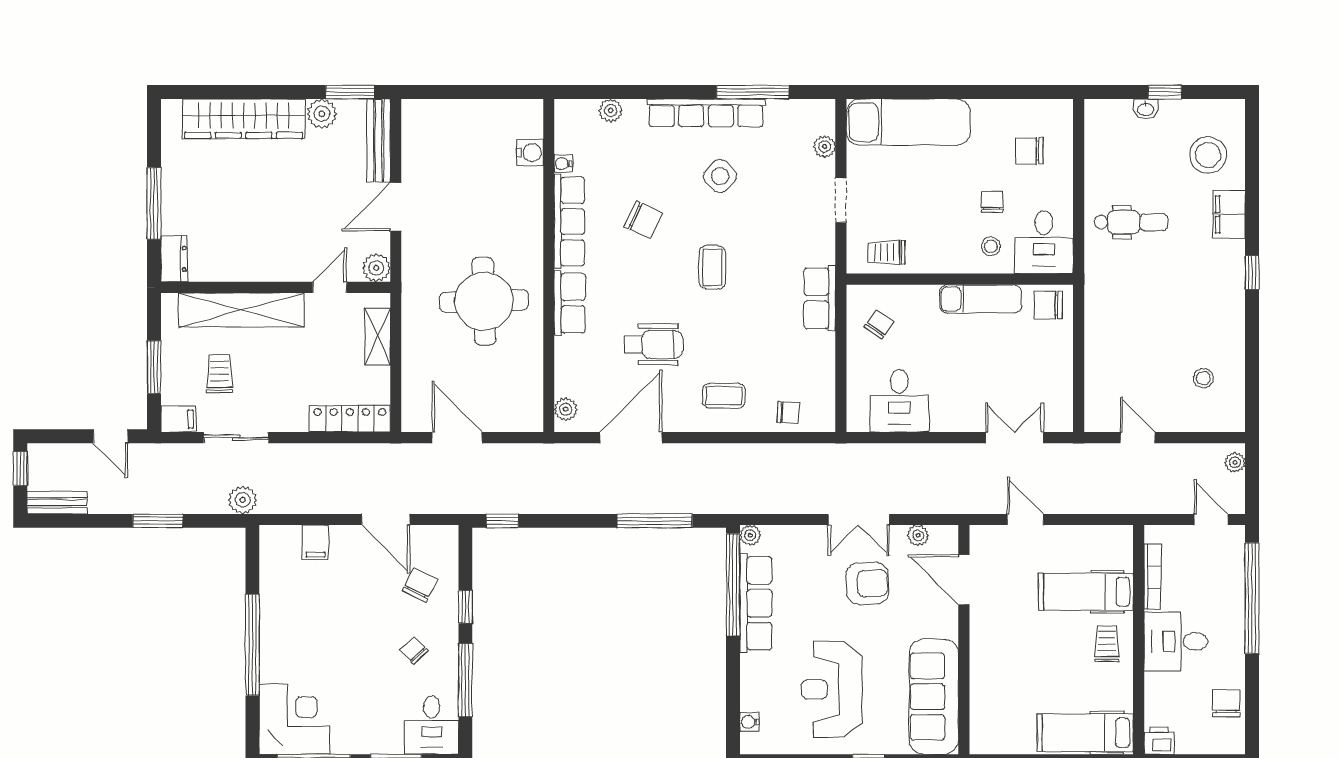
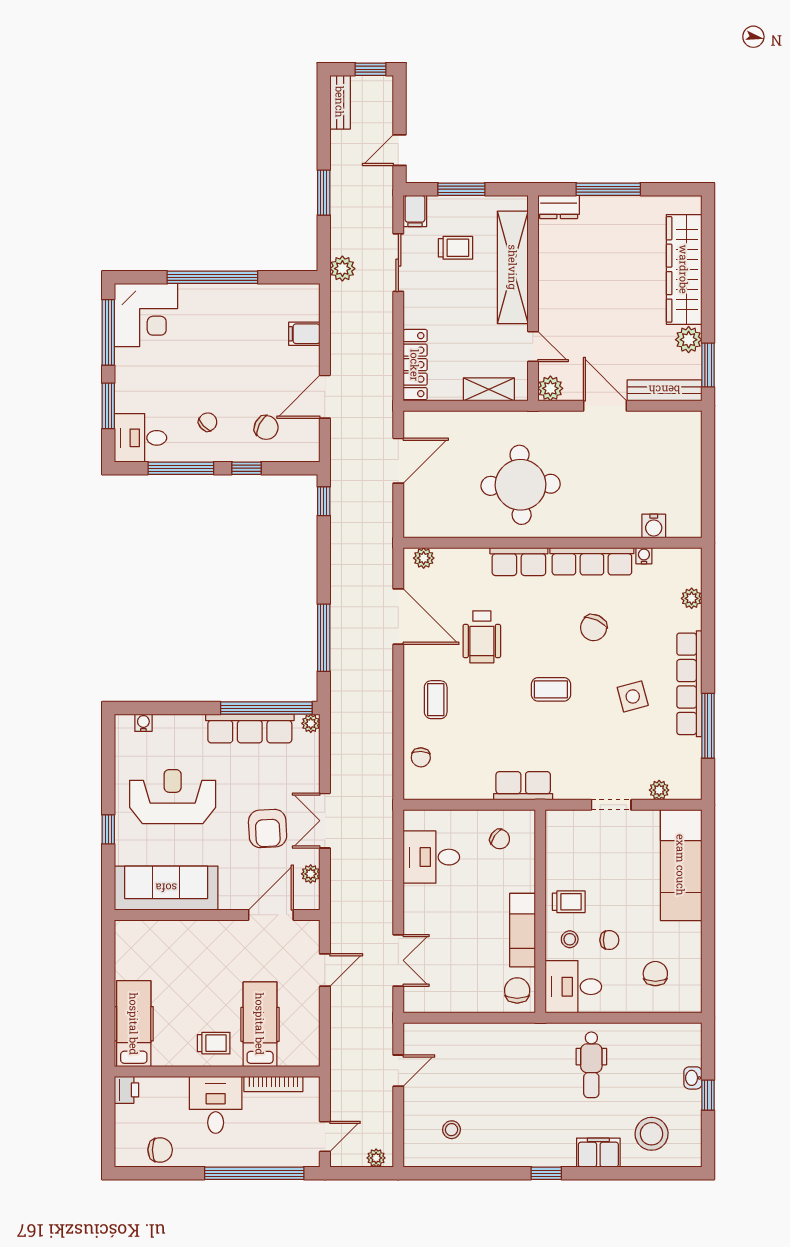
side table: (720, 176) -> (633, 696), turned 31
trolley: (886, 252) -> (569, 902), moved, turned 90

